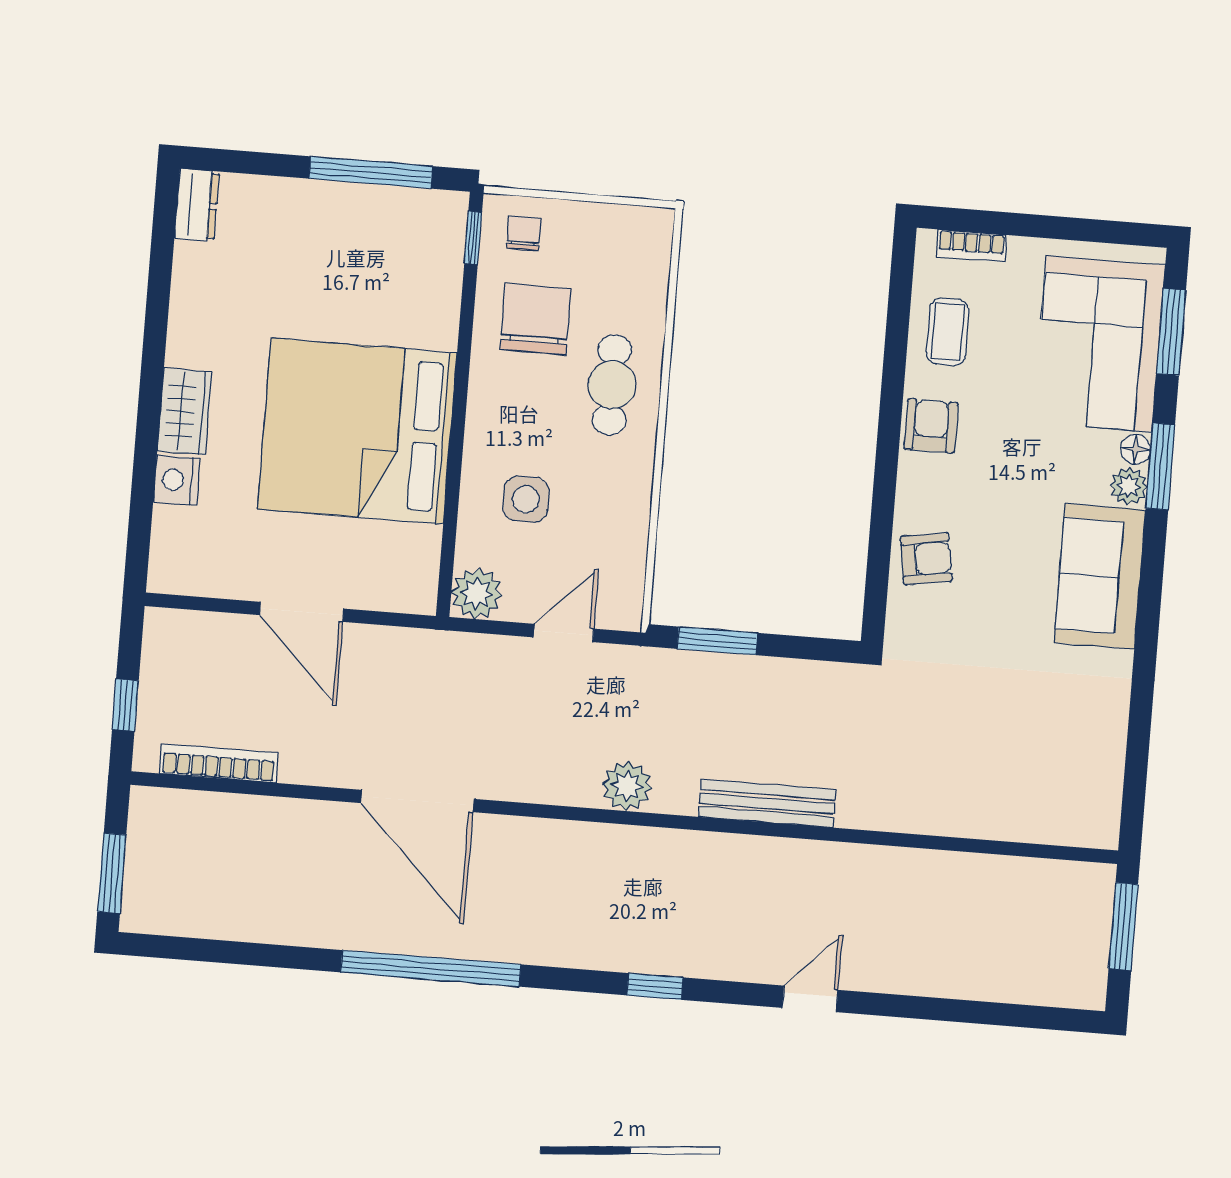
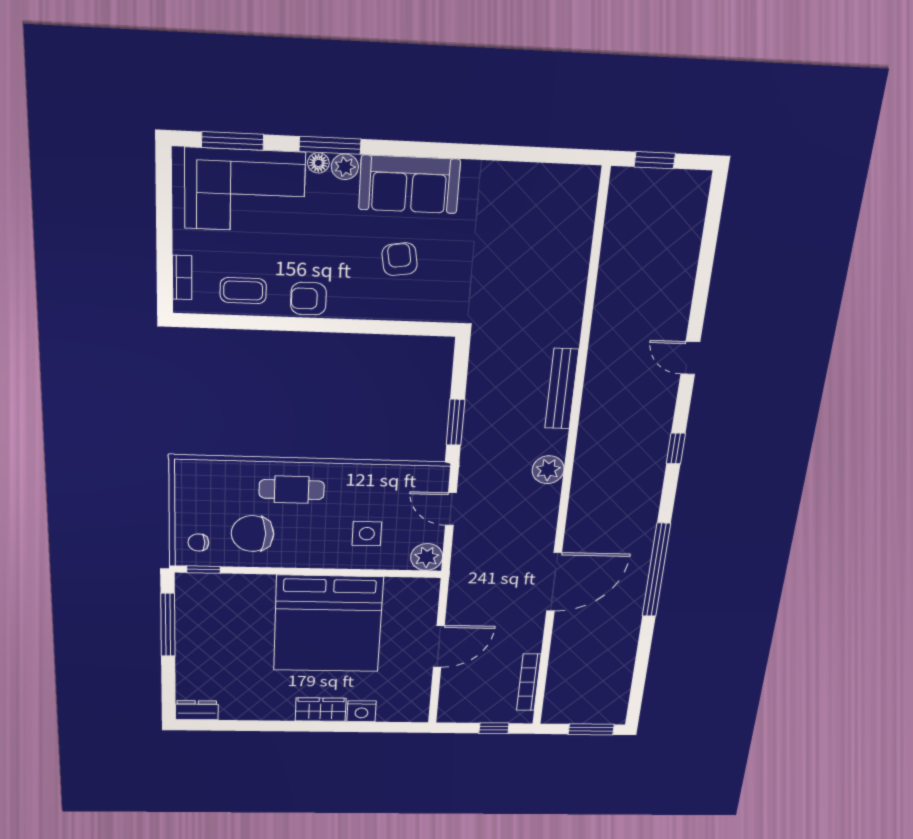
armchair: (926, 559) -> (400, 259), moved
window: (1123, 927) -> (655, 160), width x0.67

